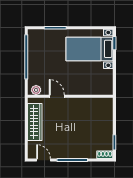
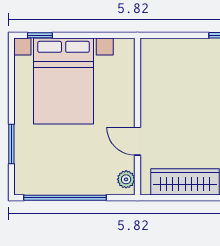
bed with nightstands: (90, 49) -> (64, 81), width x1.36
door: (57, 96) -> (137, 141), hinge flipped

